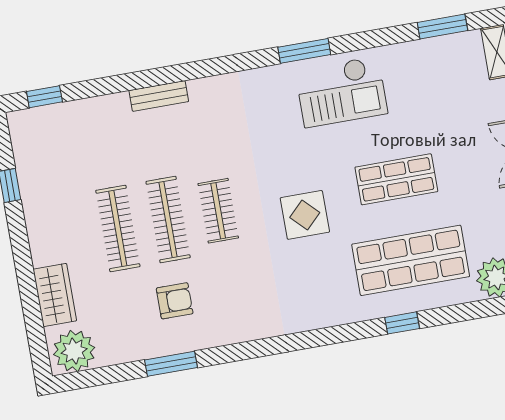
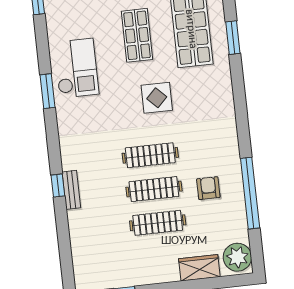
window: (44, 97) -> (58, 186), moved
clothes rail: (218, 211) -> (150, 155), width x1.36
window: (402, 323) -> (233, 38), width x1.50
window: (171, 364) -> (250, 193), width x2.11

